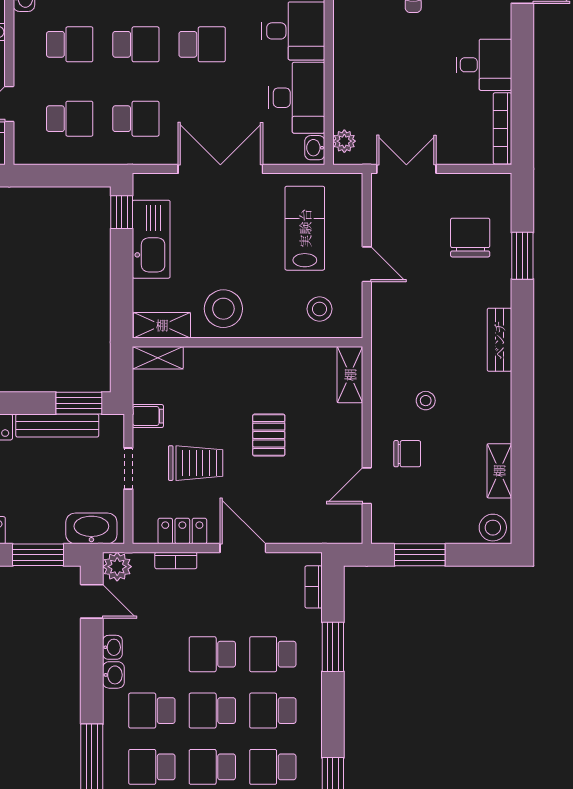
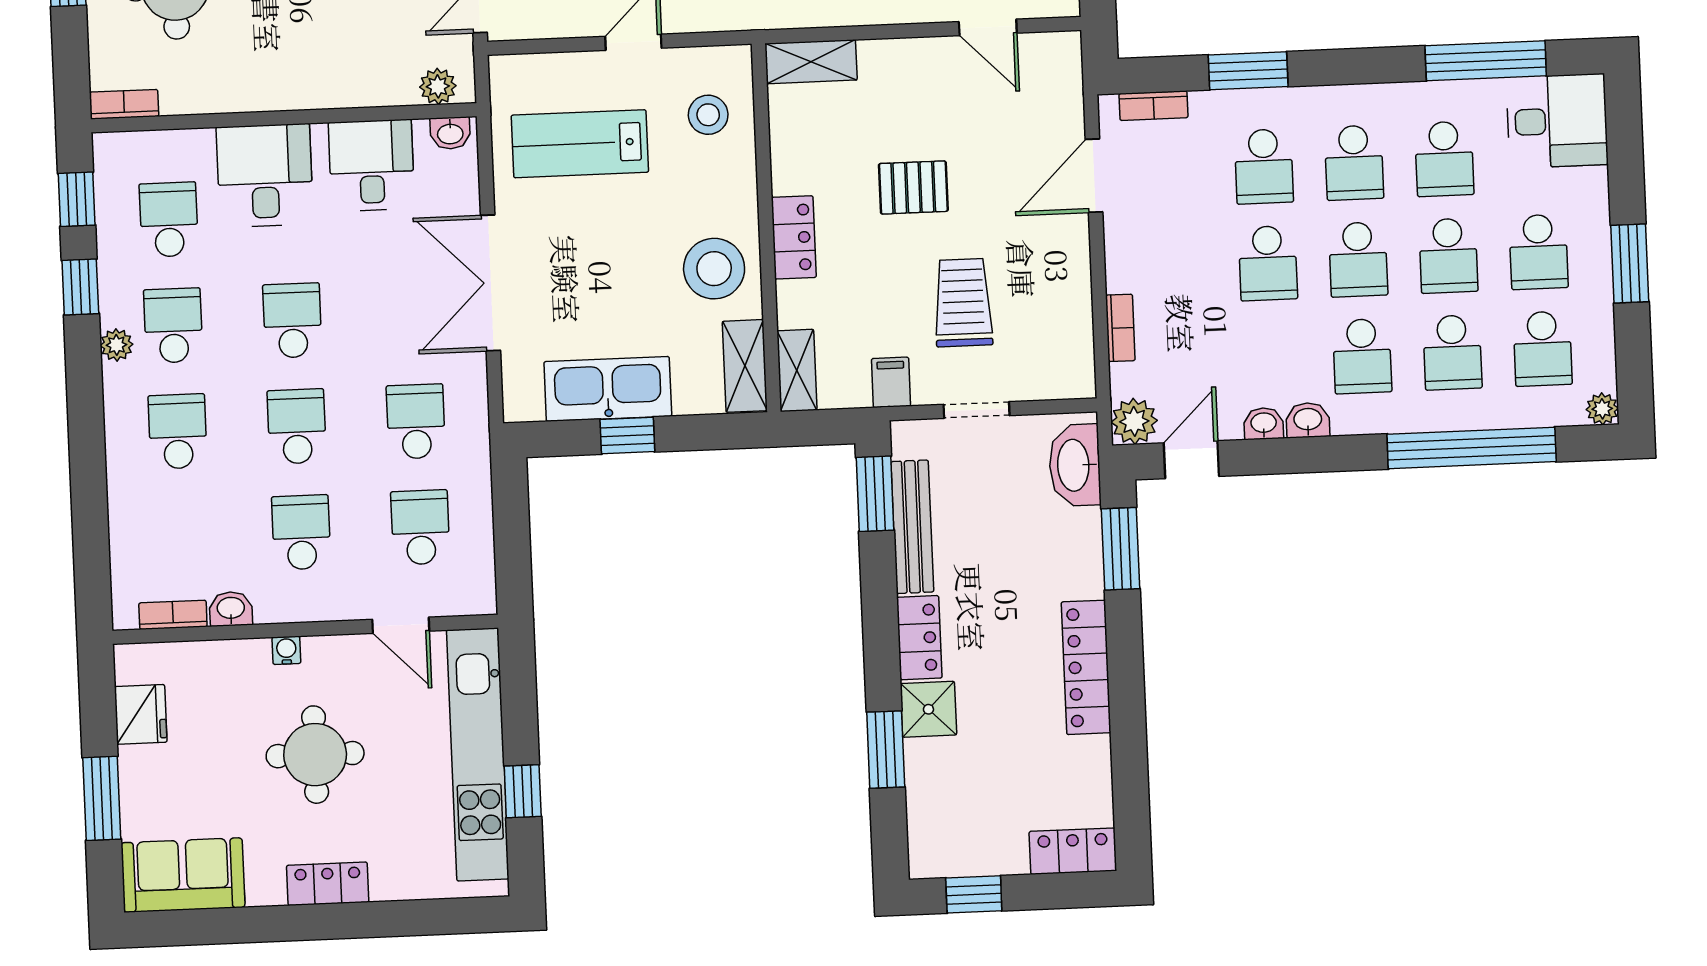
desk: (297, 98) -> (371, 165), width x0.73
window: (122, 212) -> (627, 436), moved
locker: (182, 531) -> (794, 237), moved, turned 180
door: (243, 548) -> (1094, 176), moved

